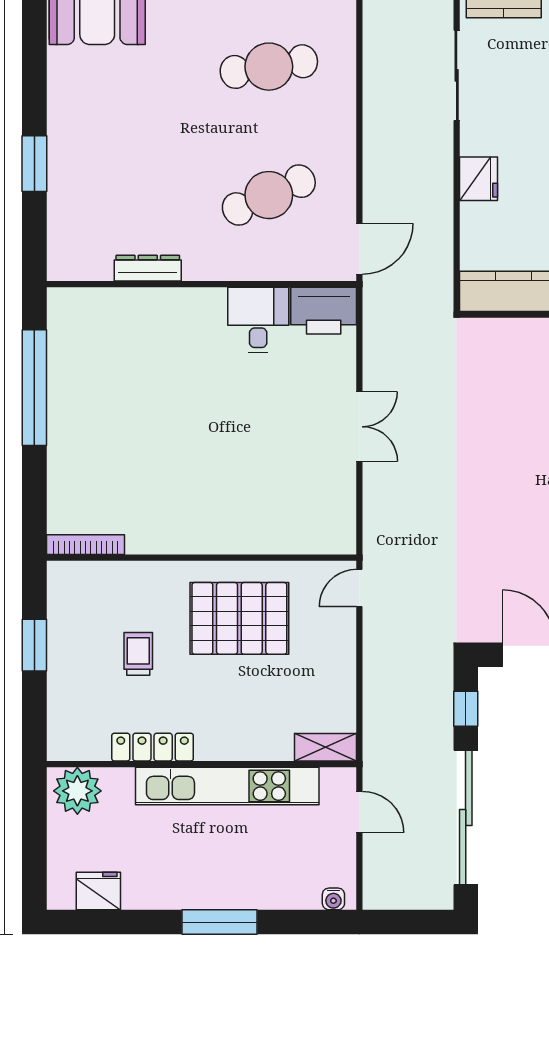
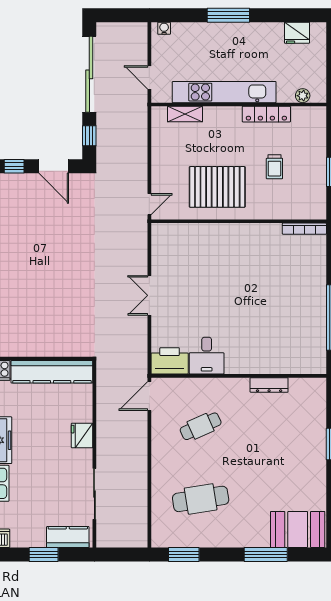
cafe table: (269, 195) -> (201, 426), width x0.73, depth x0.74
shelving: (325, 747) -> (185, 114), moved
plant: (77, 791) -> (303, 96), width x0.53, depth x0.53

